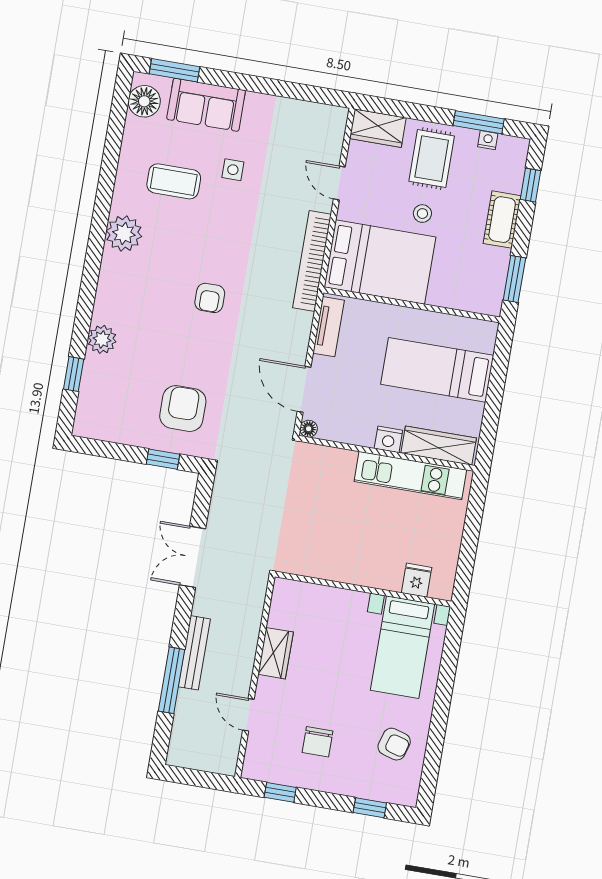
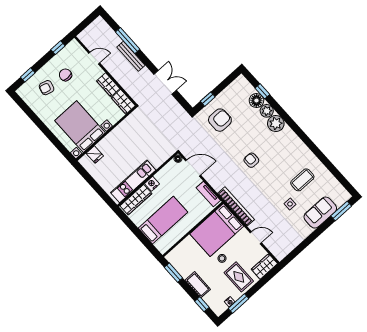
floor lamp: (144, 101) -> (256, 100), moved
plant: (124, 233) -> (276, 123), moved
armchair: (183, 409) -> (220, 120), turned -90
wardrobe: (285, 603) -> (123, 102), added
bed with nightstands: (403, 647) -> (80, 127), width x1.36
armchair: (394, 744) -> (47, 88), moved

